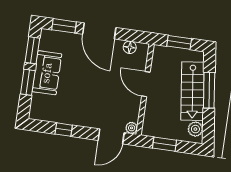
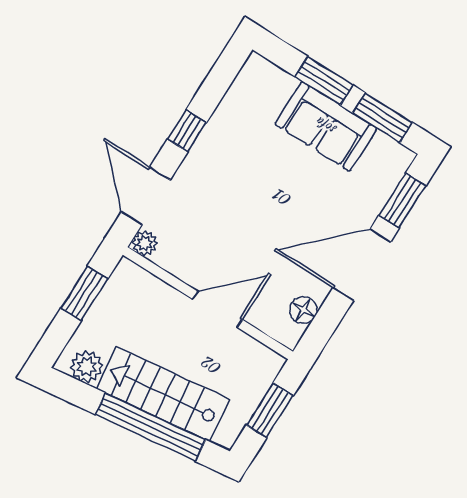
window: (209, 90) -> (150, 427), width x1.46
window: (64, 130) -> (187, 131), moved

